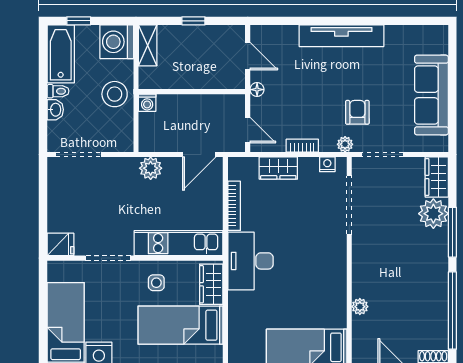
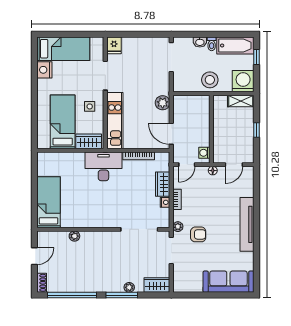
sofa: (431, 95) -> (228, 282), moved
washing machine: (147, 103) -> (204, 153), moved
nightstand: (327, 164) -> (165, 202), moved
plant: (433, 214) -> (129, 287), width x0.53, depth x0.53

